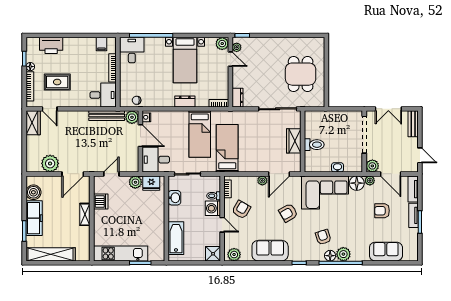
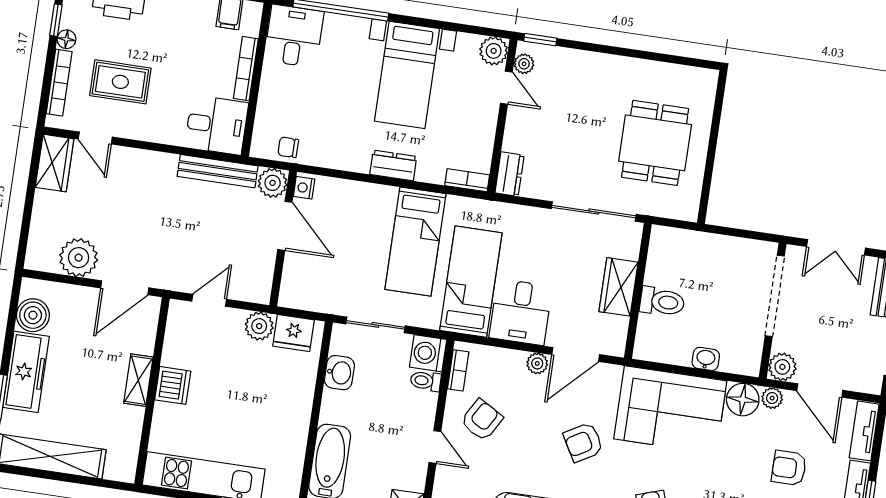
desk: (156, 160) -> (521, 312), moved, turned -90
dishwasher: (101, 202) -> (173, 385), moved
washing machine: (213, 208) -> (428, 353), moved

